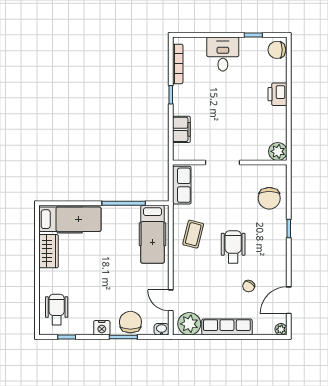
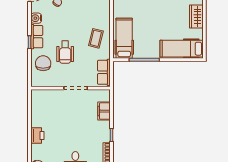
plant: (278, 151) -> (37, 96), removed
row of seats: (278, 237) -> (37, 37), added
wheelchair: (233, 247) -> (65, 52), moved
wardrobe: (49, 251) -> (196, 16), moved
water cooler: (279, 263) -> (36, 18), added

